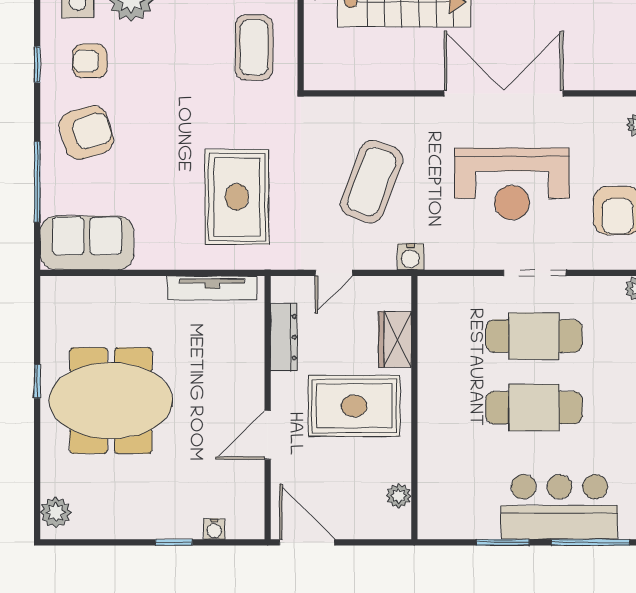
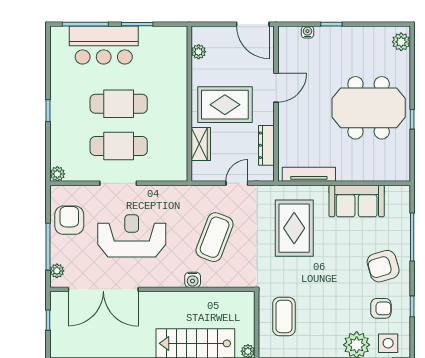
double door: (504, 93) -> (103, 289), moved
sofa: (87, 243) -> (357, 201), moved
water cooler: (411, 257) -> (193, 280), moved, turned 180

